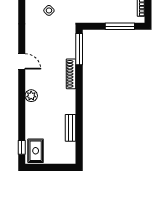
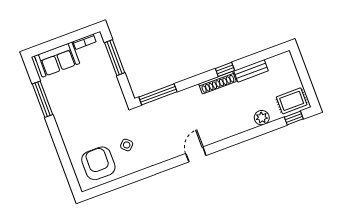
shoe rack: (71, 74) -> (217, 83), moved
plant: (31, 96) -> (262, 118), moved
window: (79, 108) -> (225, 69), added

